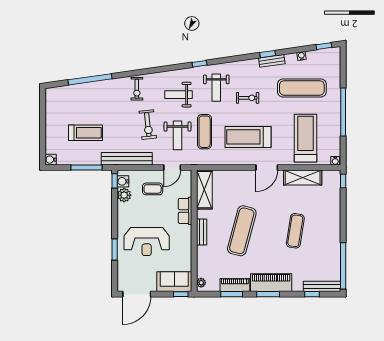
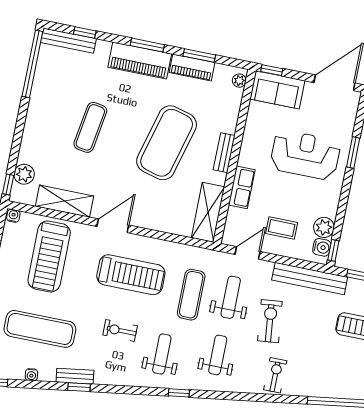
weight bench: (178, 95) -> (218, 355), turned -90
plant: (334, 190) -> (24, 174), added
exercise mat: (242, 231) -> (167, 143), width x1.47

